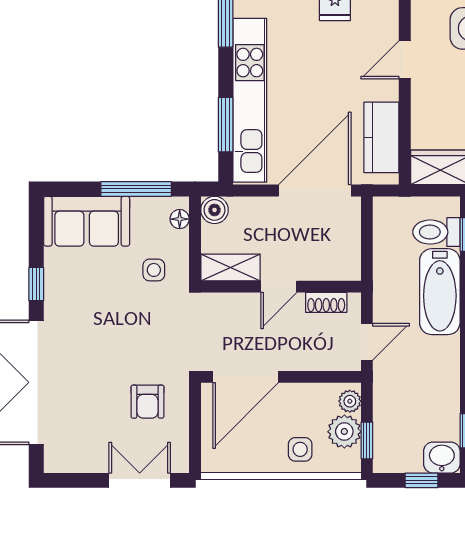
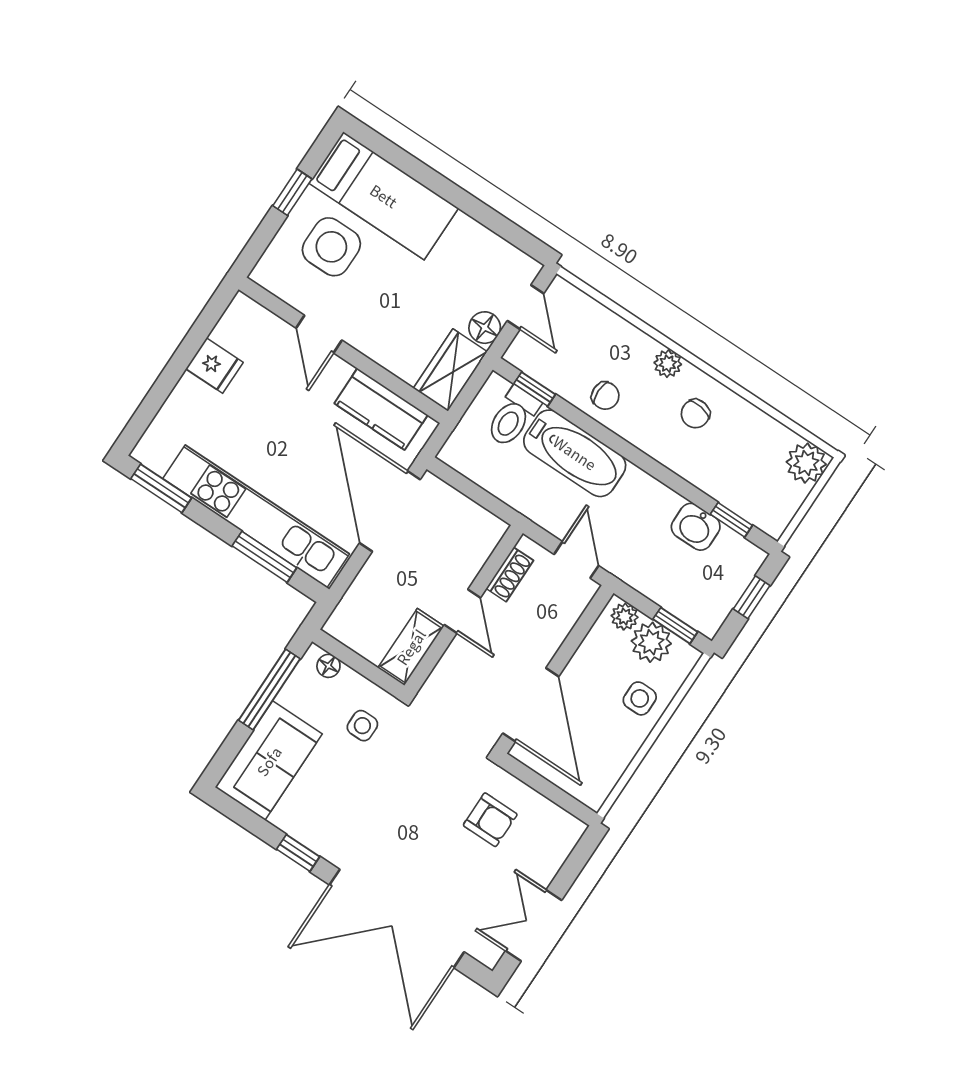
boiler: (214, 210) -> (343, 625), removed
washbasin: (442, 458) -> (696, 527), moved, turned -90
double door: (140, 480) -> (534, 925), moved

